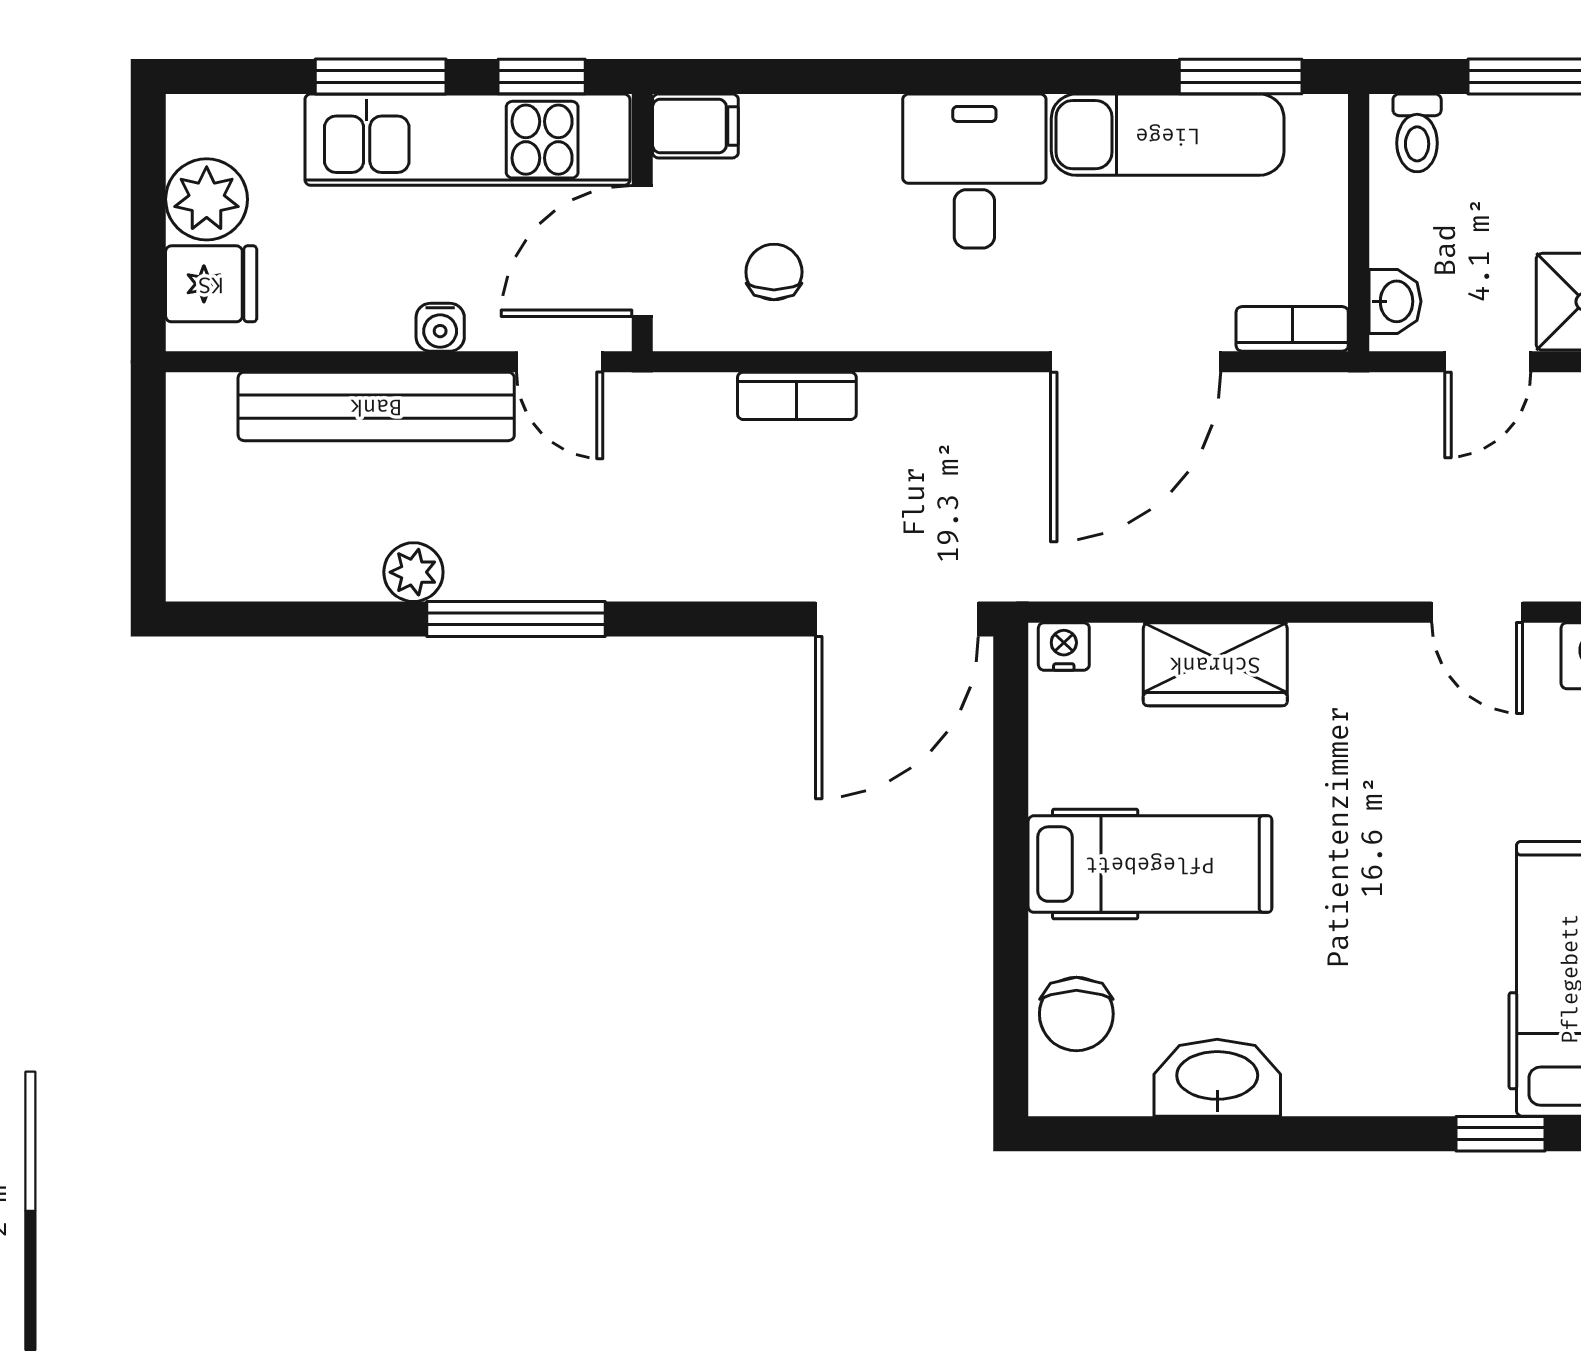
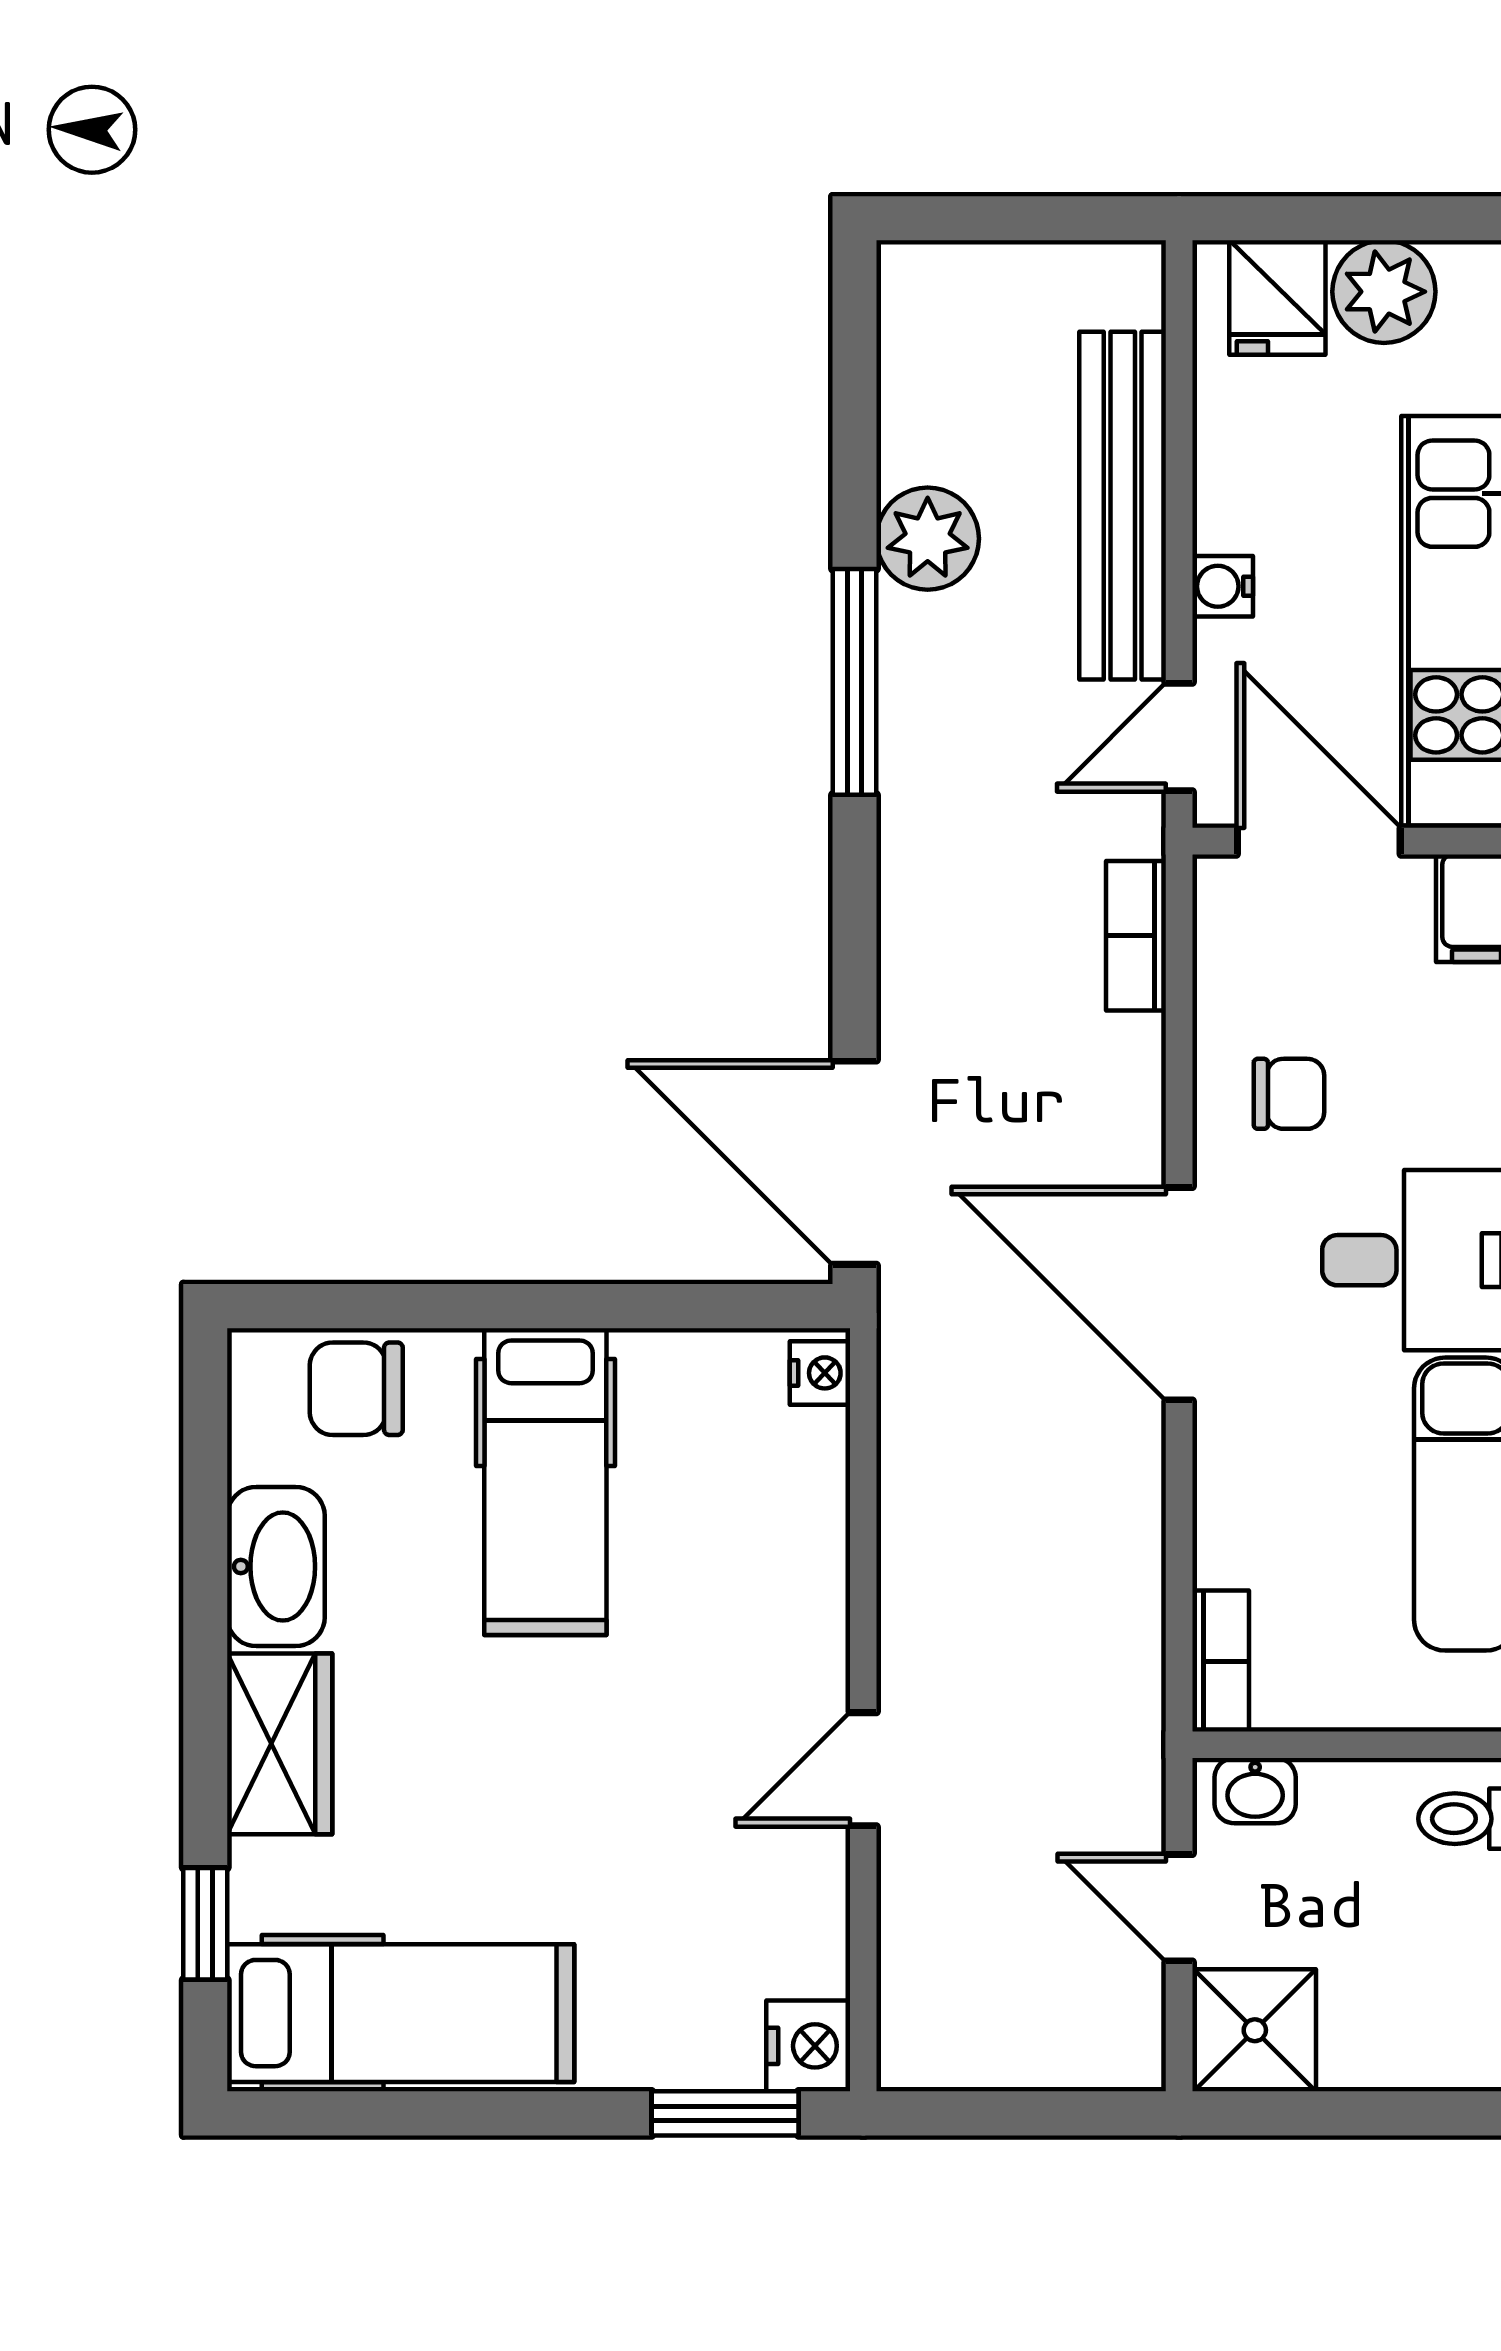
chair: (774, 272) -> (1289, 1094), moved
door: (1136, 362) -> (1179, 1294), moved
bookcase: (797, 396) -> (1136, 936), moved
plant: (413, 572) -> (928, 539), width x1.38, depth x1.38
door: (1477, 612) -> (863, 1769), moved
wardrobe: (1215, 664) -> (280, 1744), moved, turned 180

